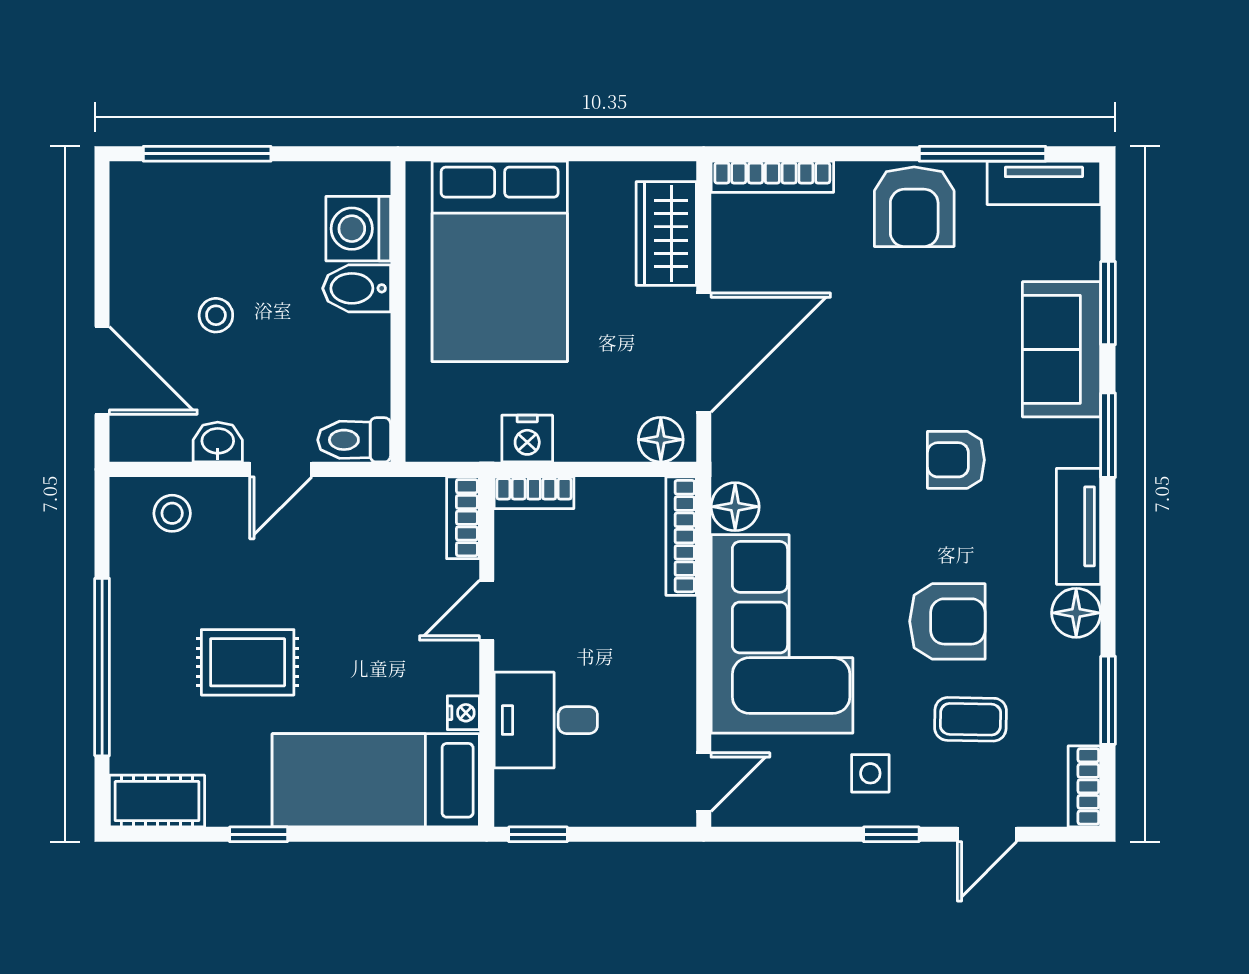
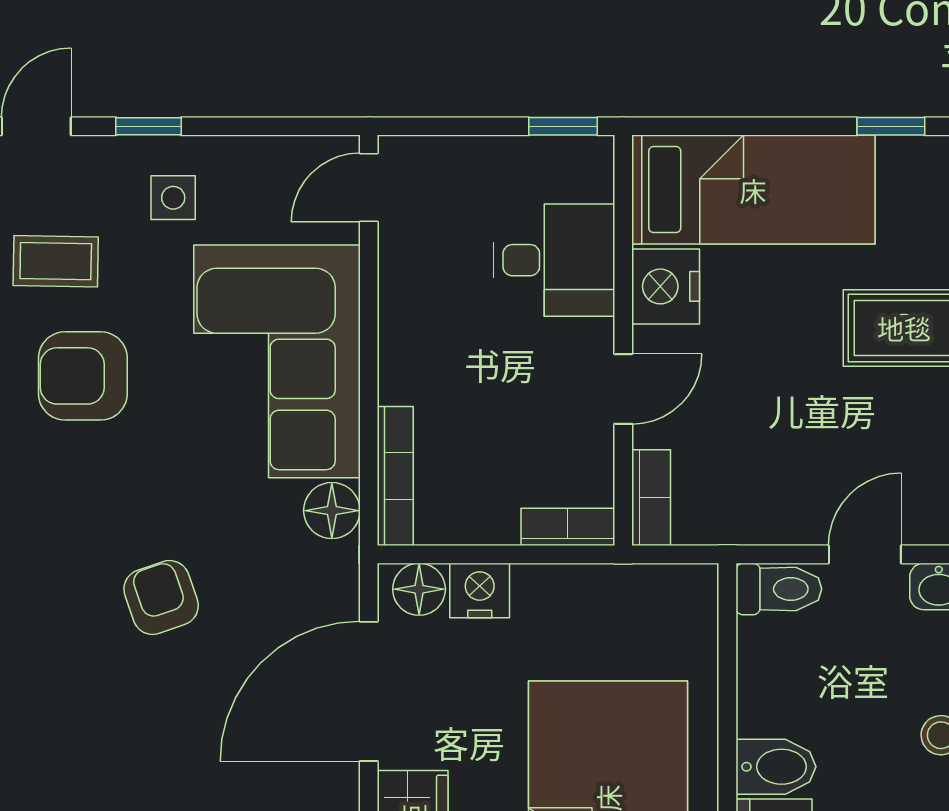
nightstand: (527, 439) -> (480, 590), moved
armchair: (956, 460) -> (161, 597), moved, turned -109
nightstand: (463, 713) -> (666, 286), width x1.89, depth x1.79

